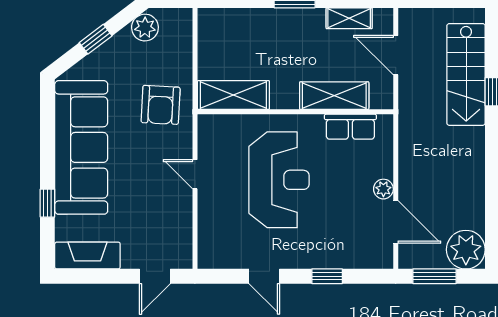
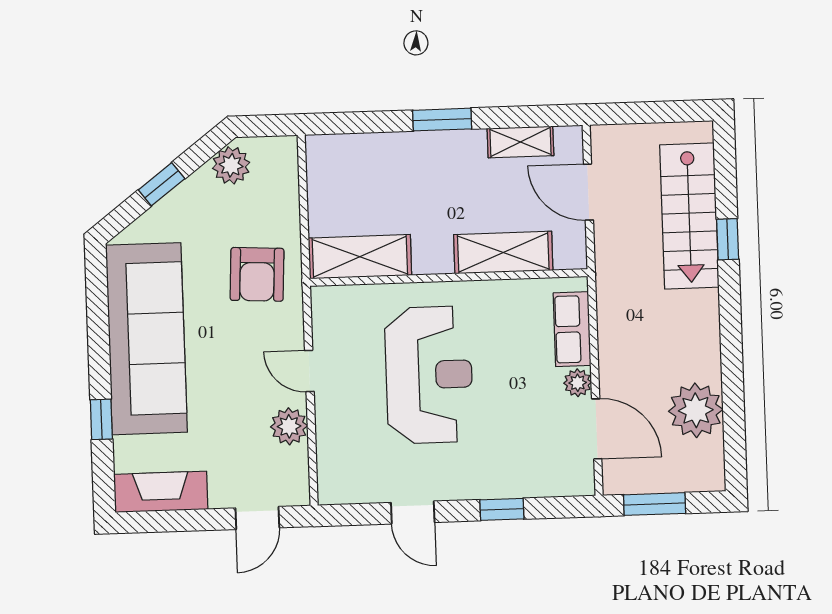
row of seats: (350, 127) -> (572, 329), moved, turned 90
plant: (179, 213) -> (289, 426), added
plant: (466, 250) -> (696, 410), moved

